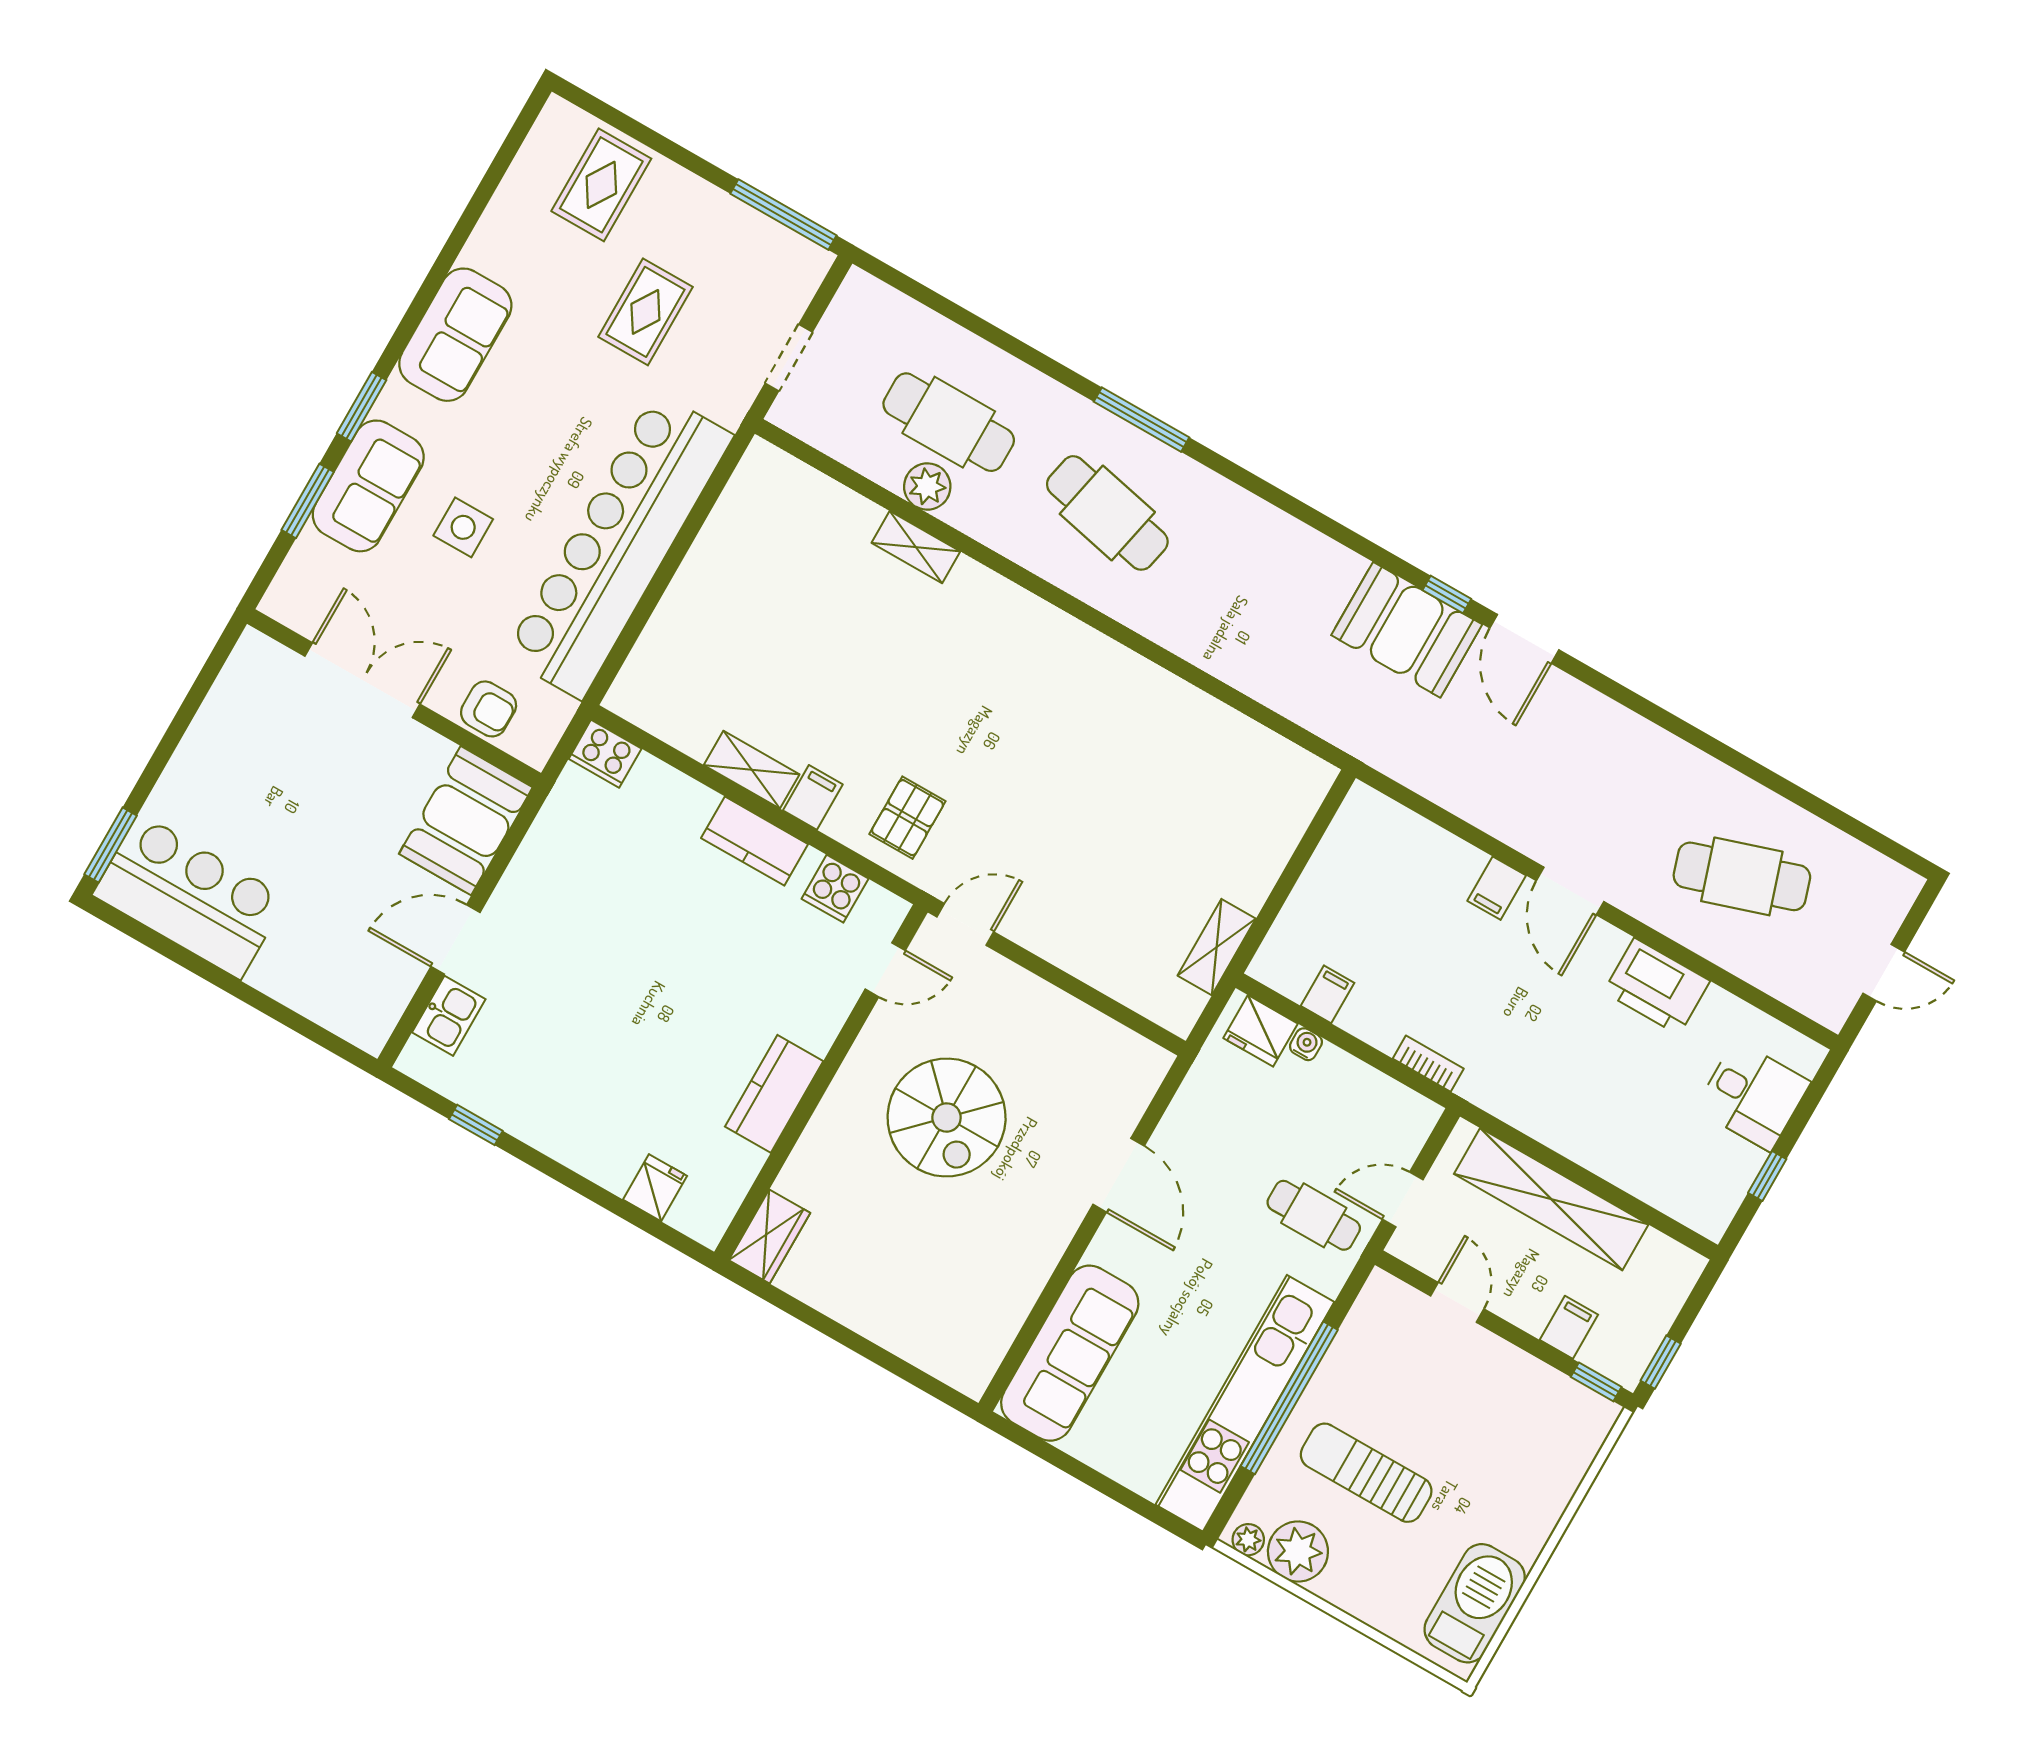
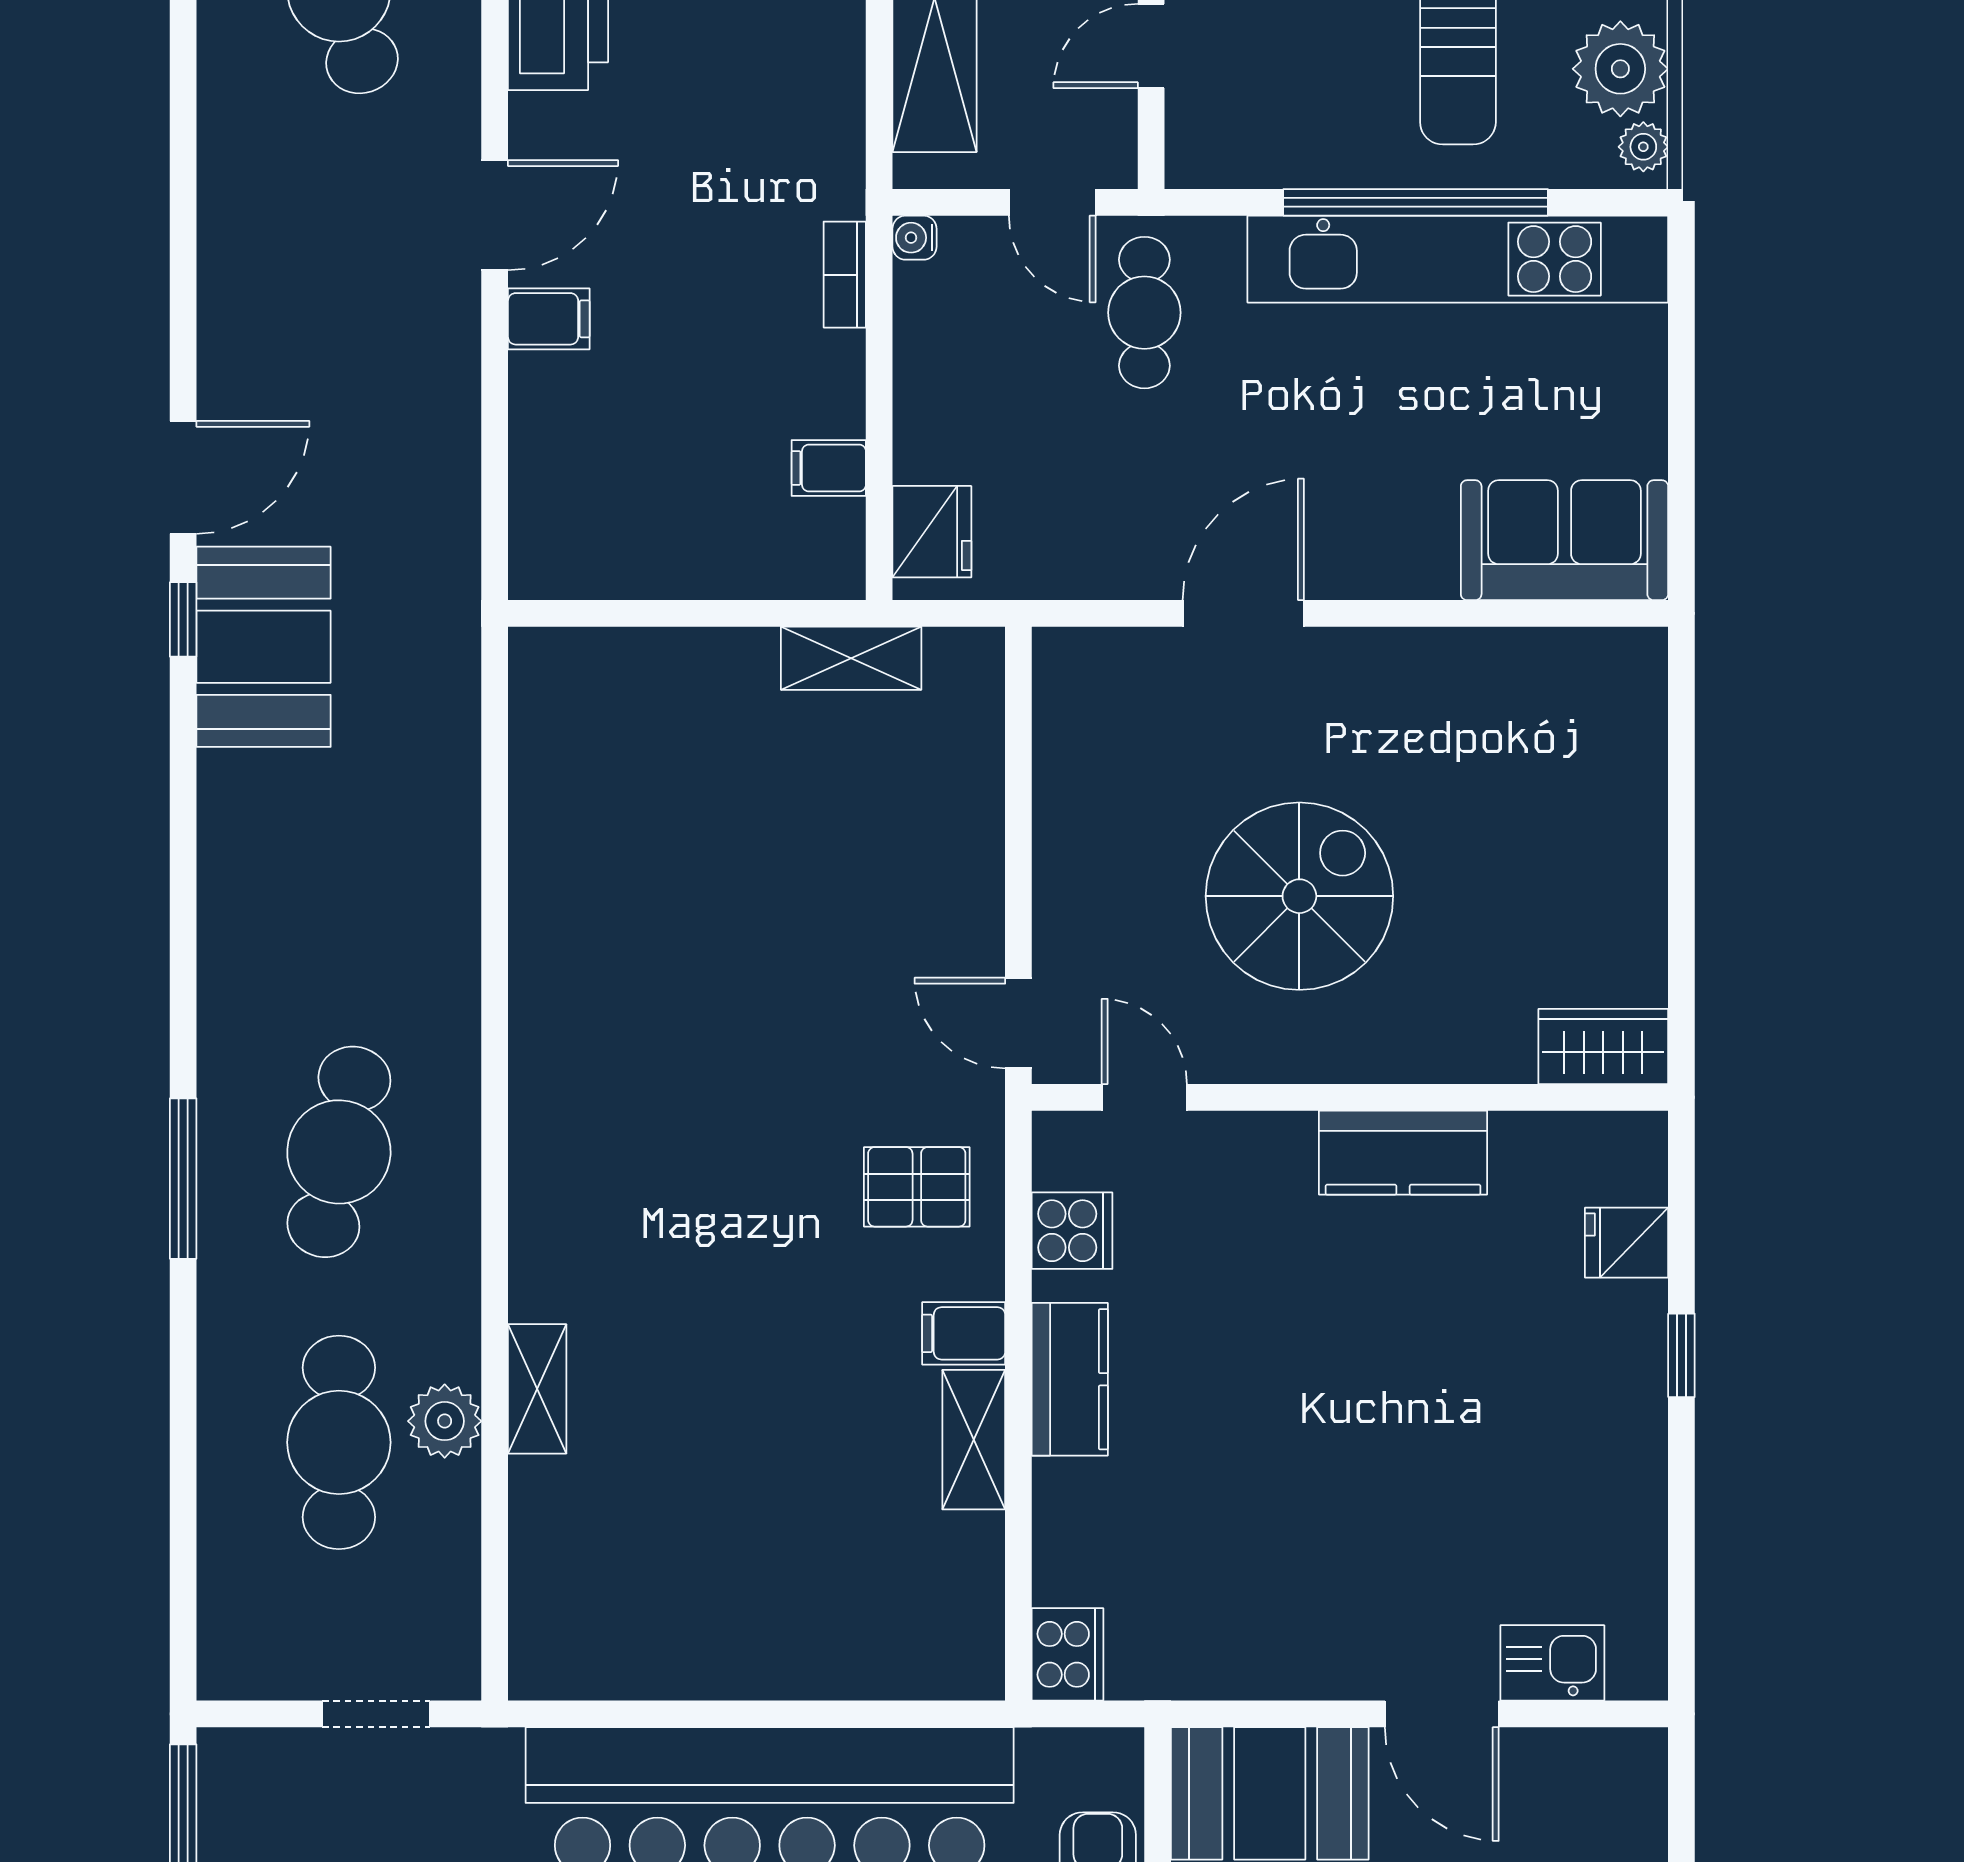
water cooler: (1306, 1044) -> (915, 238), moved
window: (476, 1125) -> (1681, 1355), moved
sofa: (1070, 1353) -> (1564, 540), width x0.73

